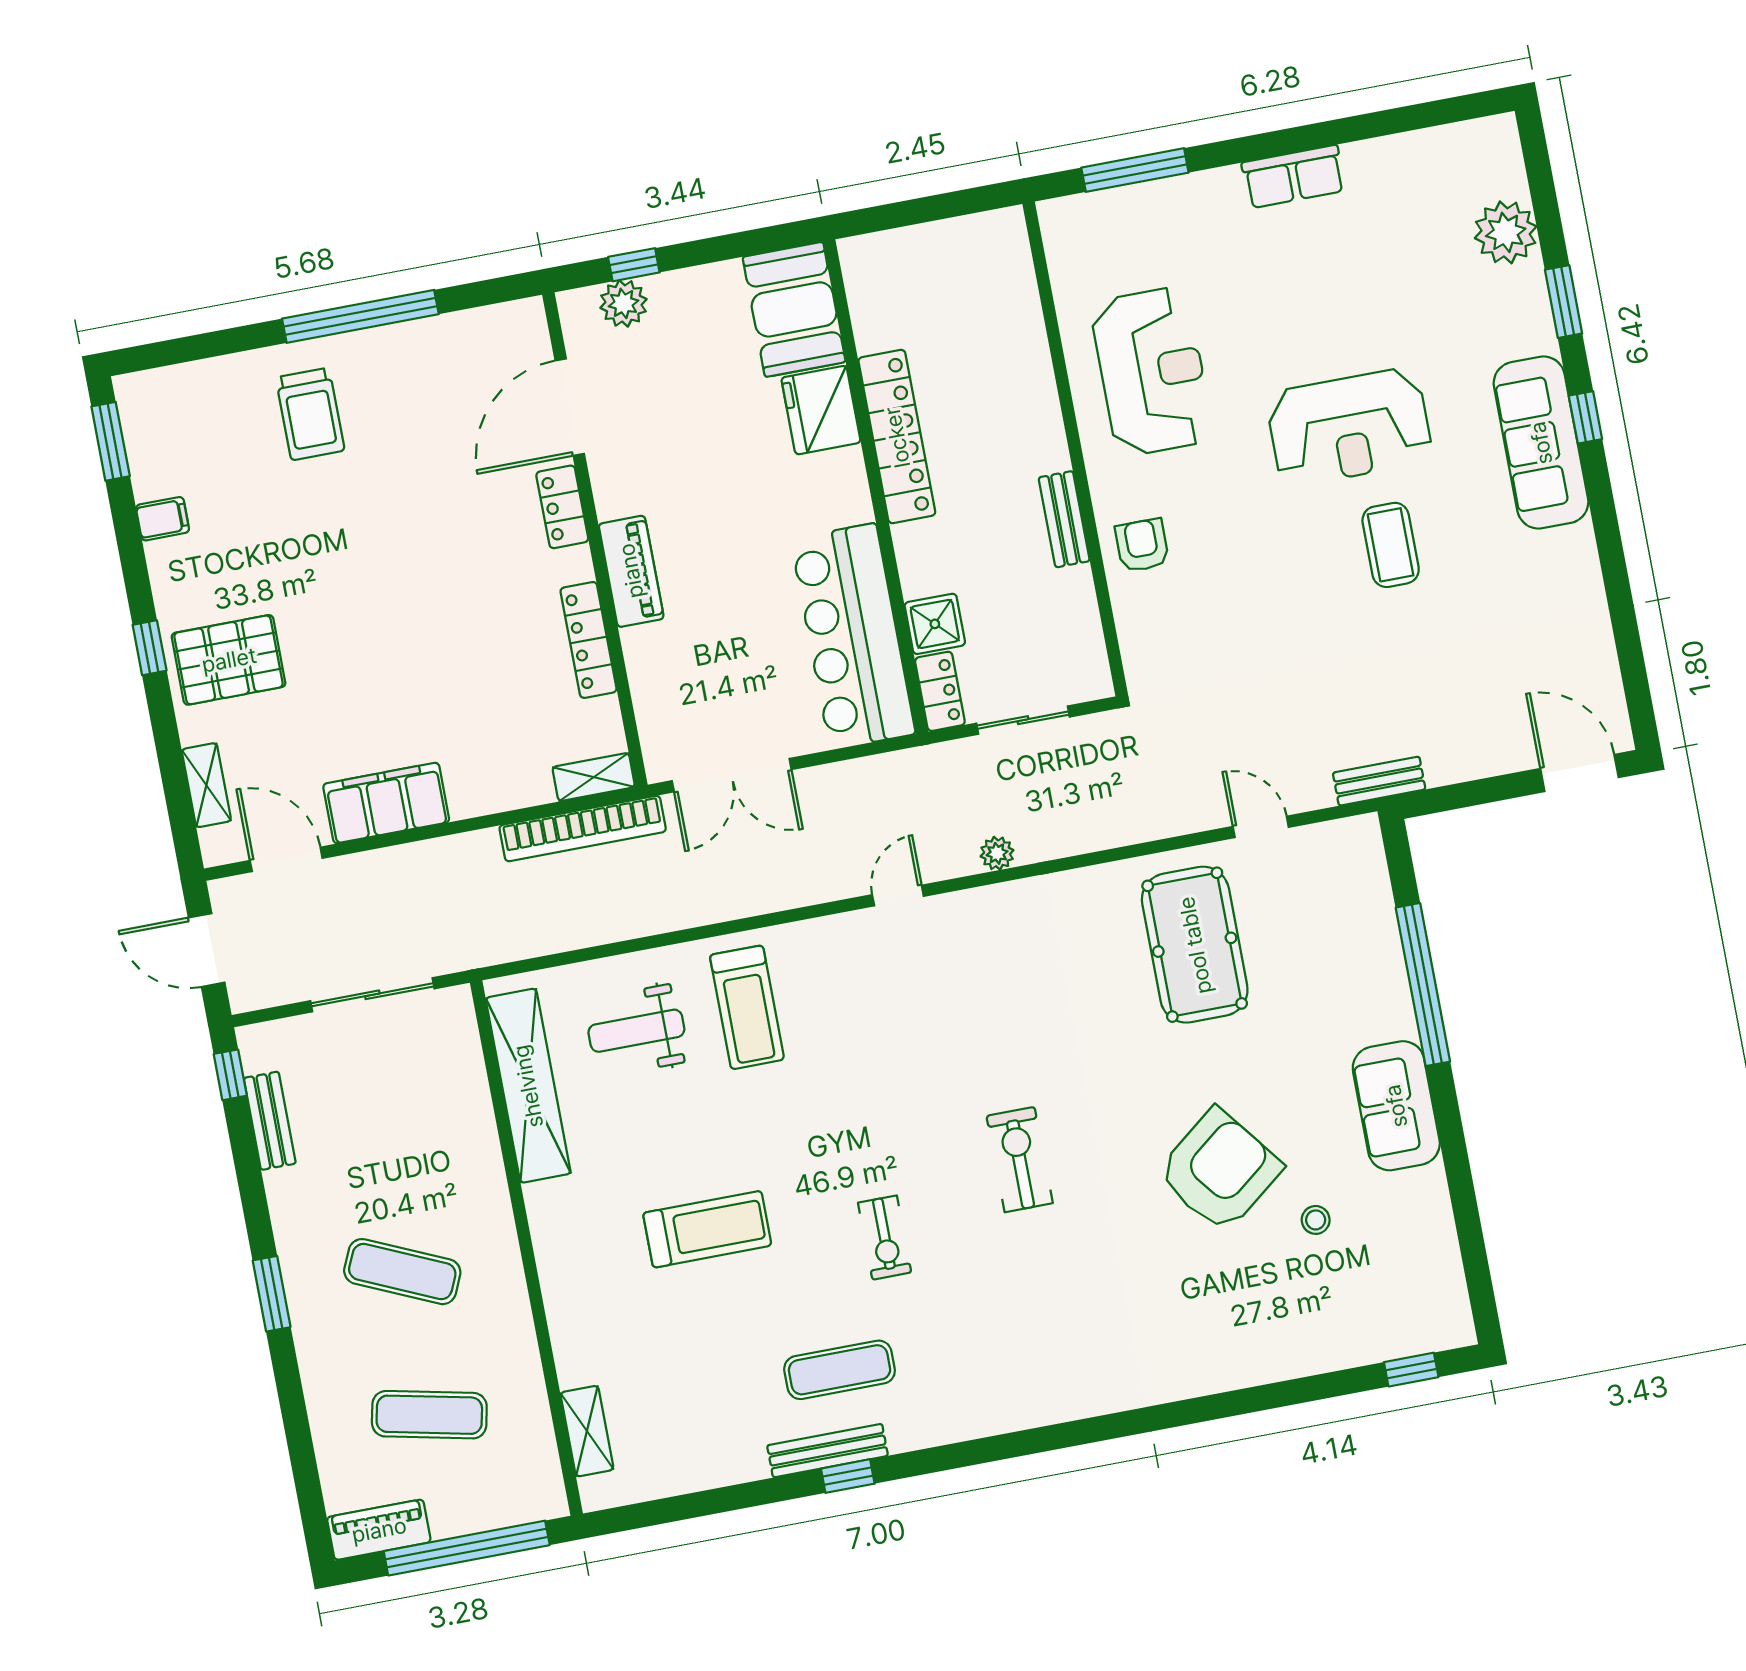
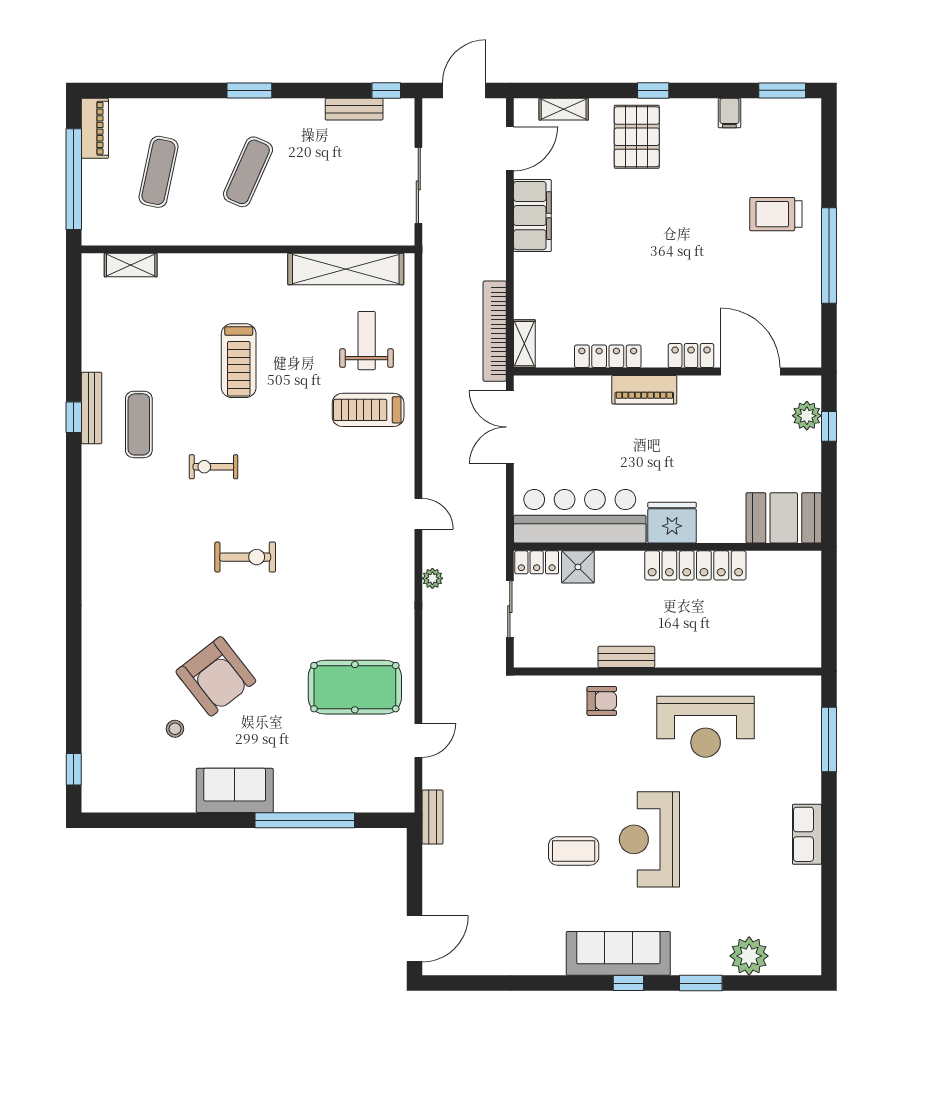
fridge: (821, 410) -> (672, 523), moved

